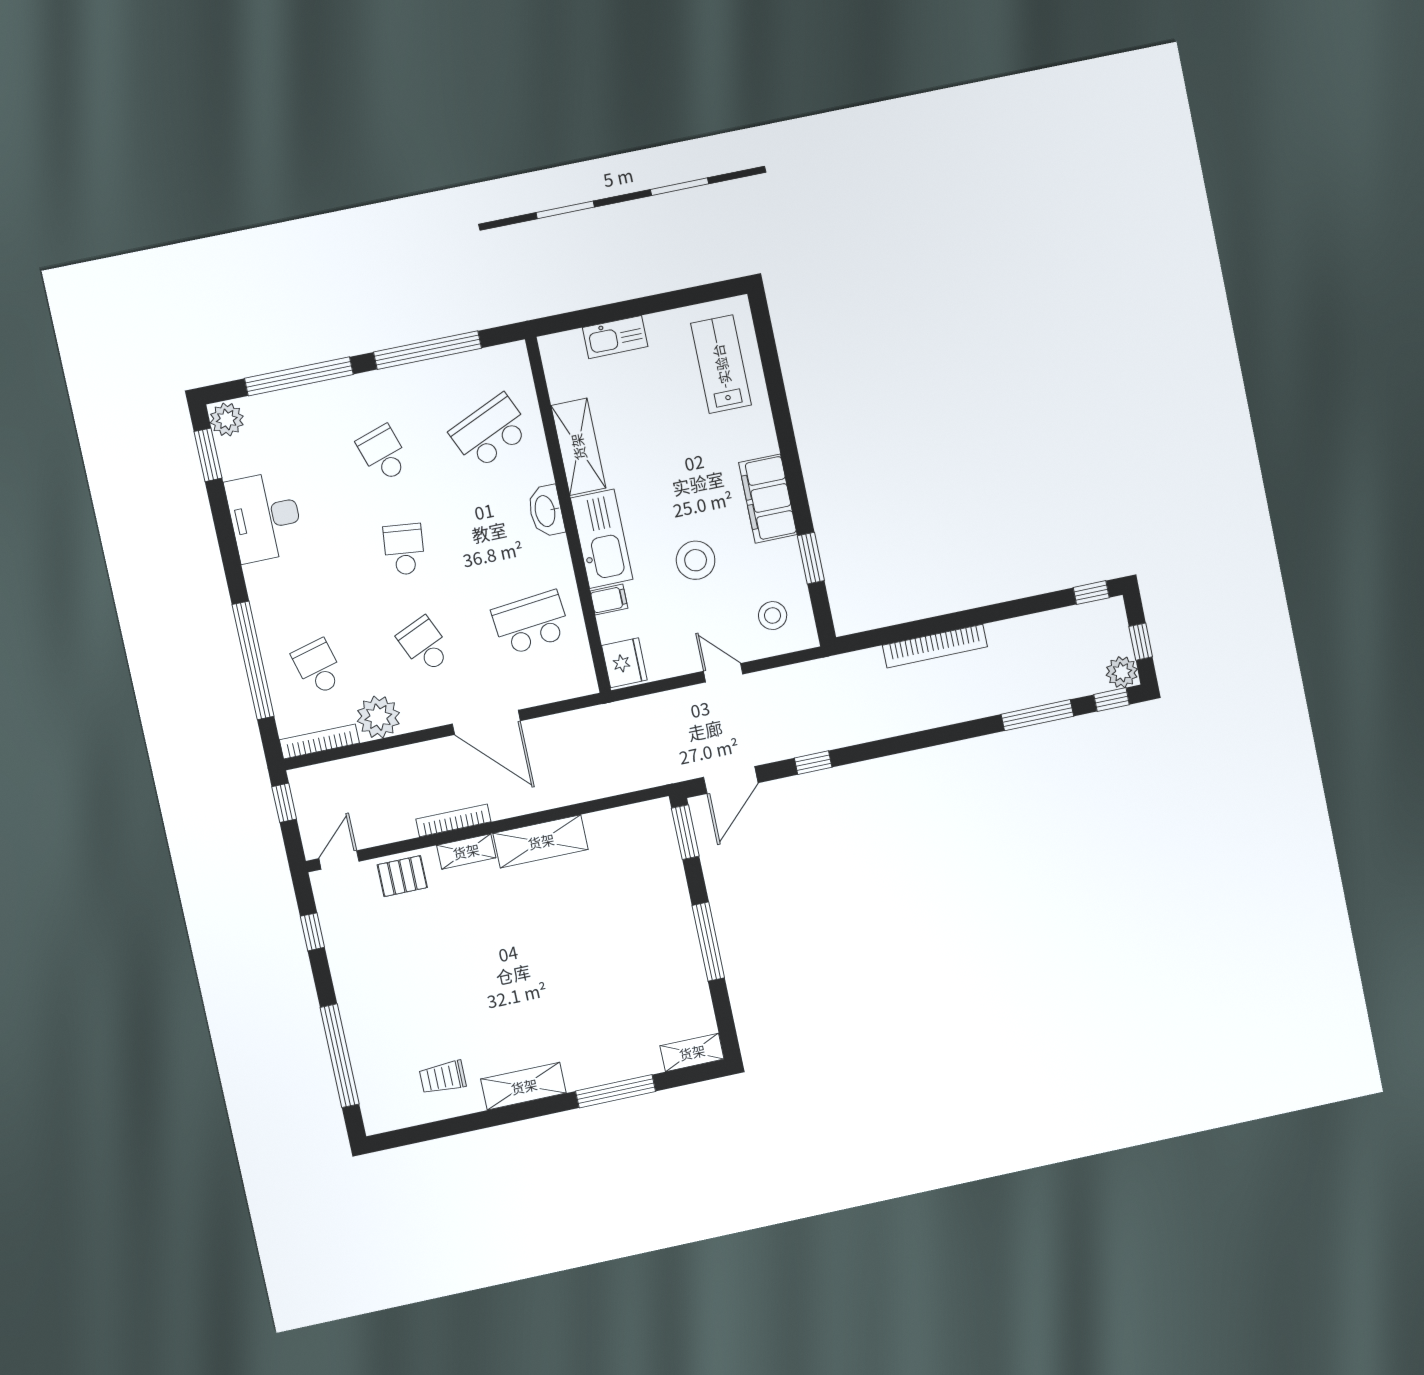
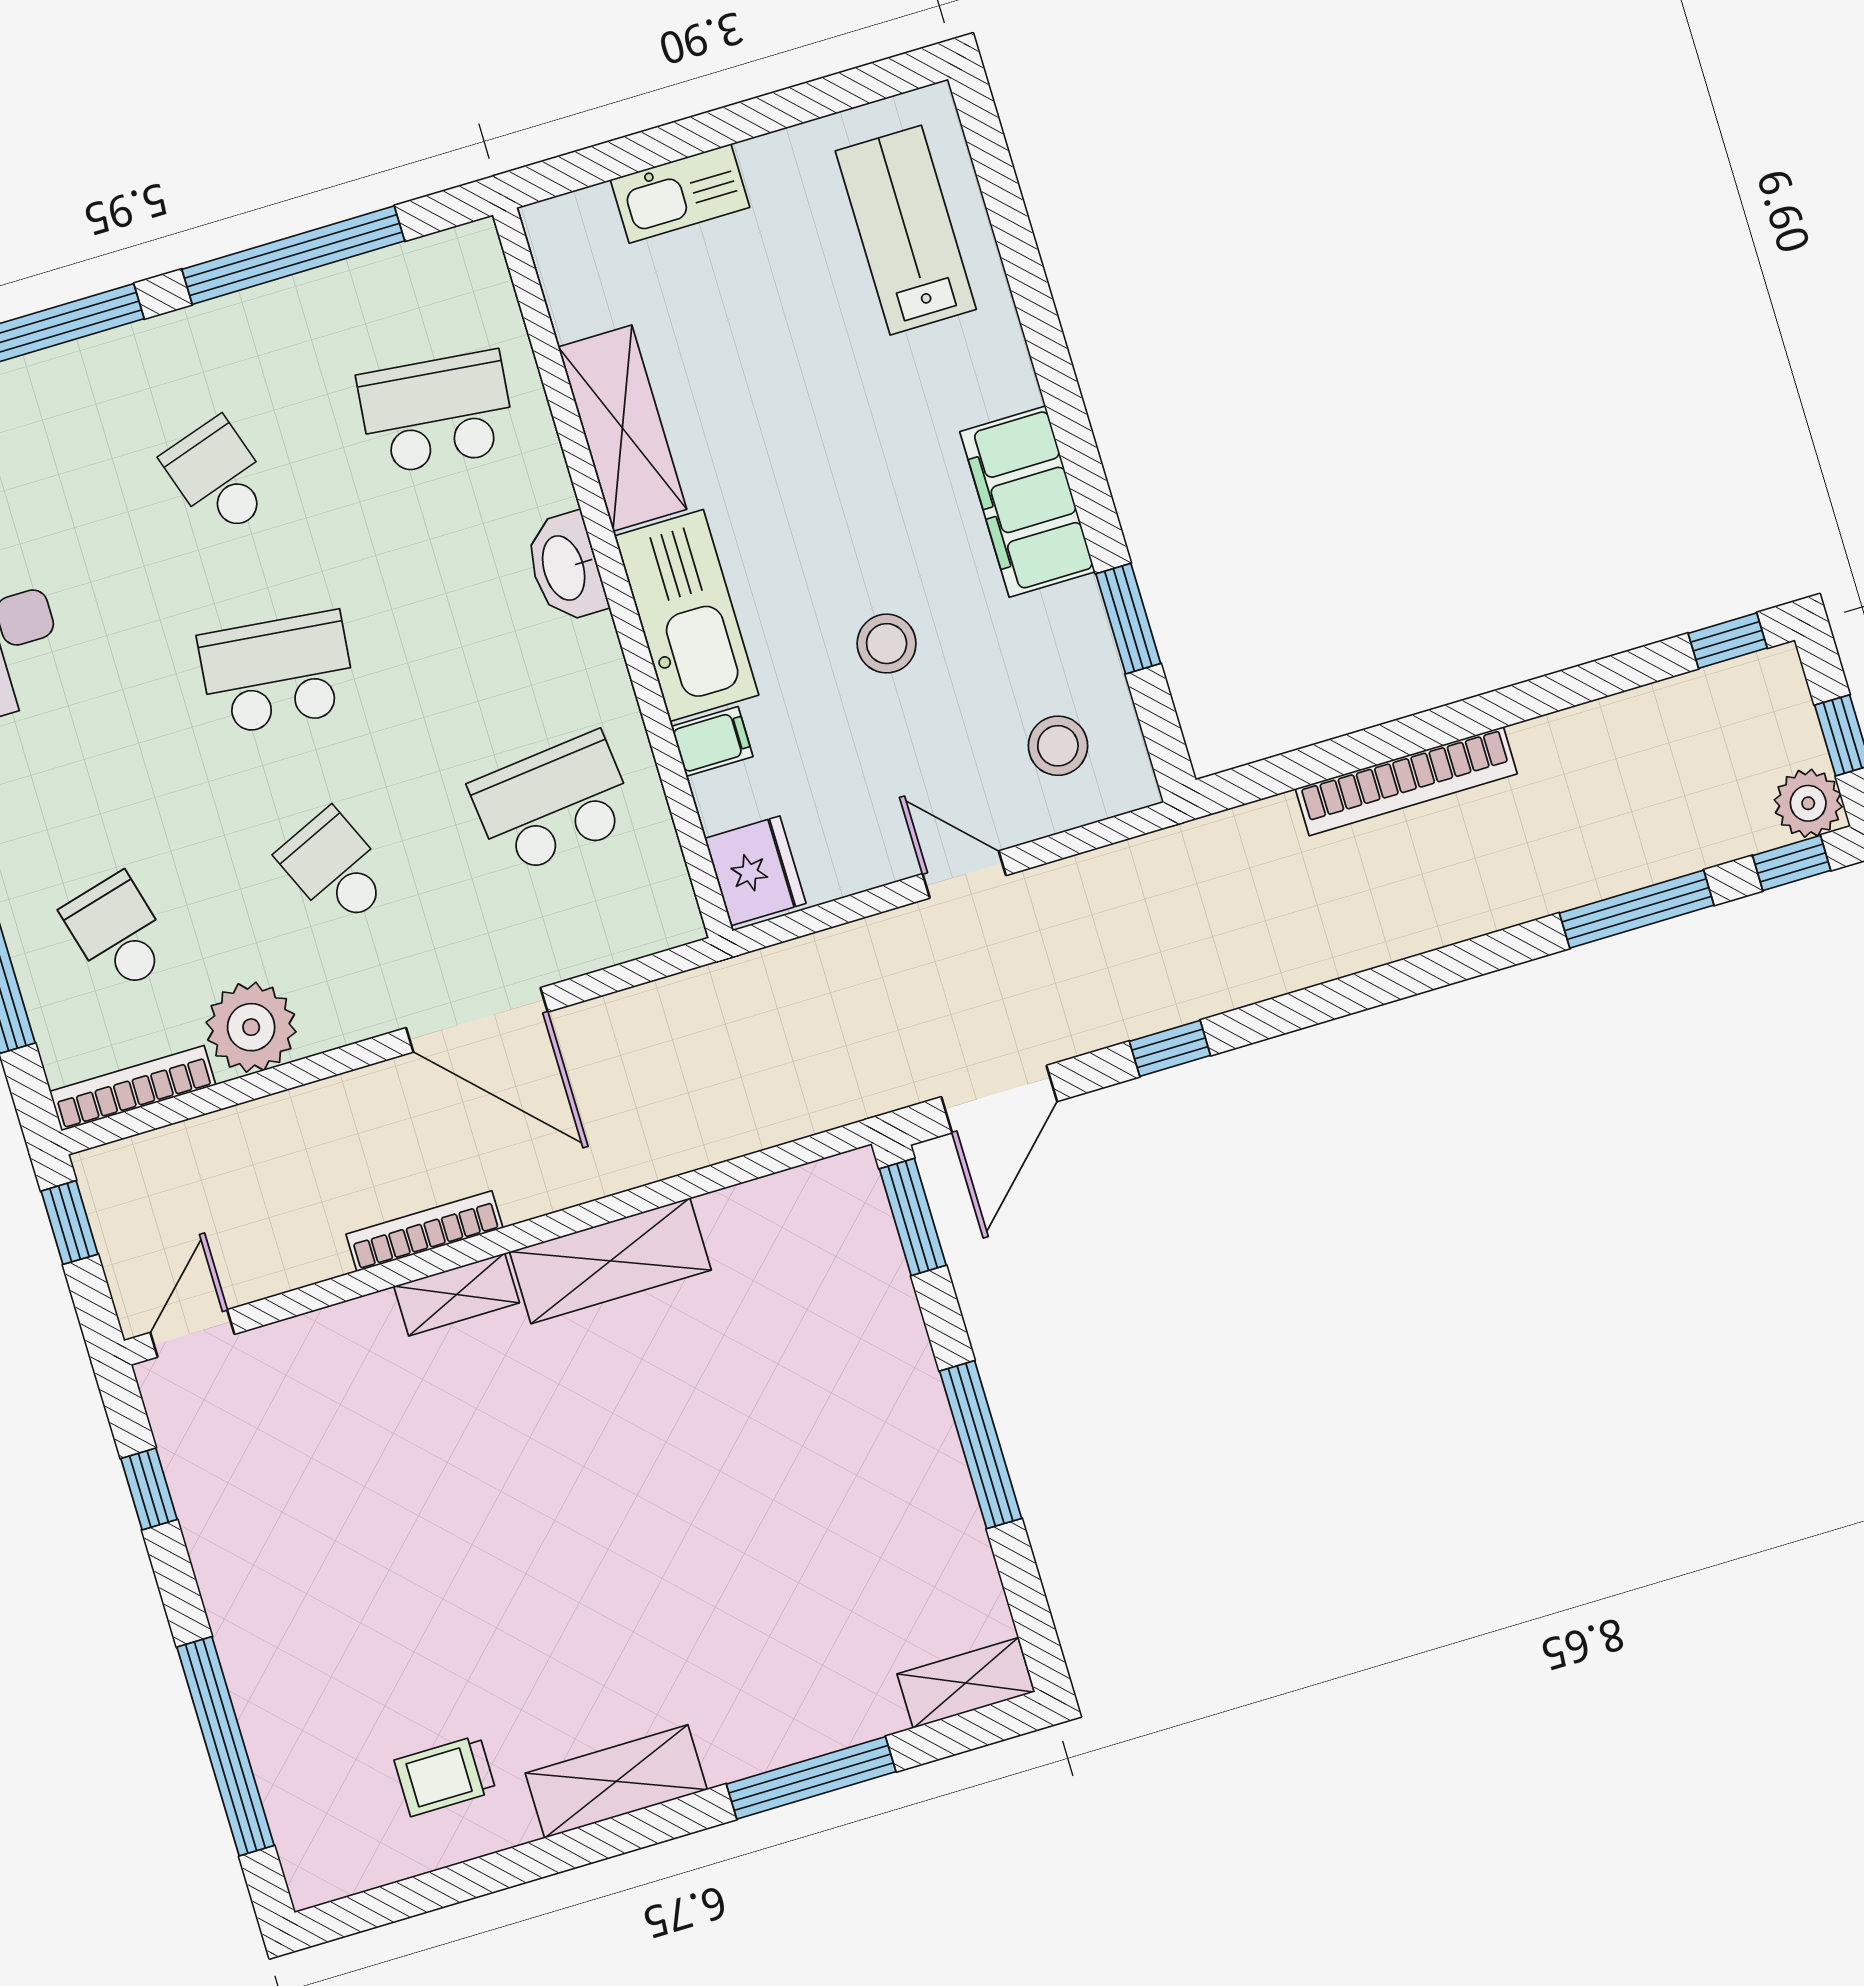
school desk: (490, 432) -> (437, 412), turned 30
school desk: (404, 549) -> (277, 673), width x1.85
stool: (696, 560) -> (887, 644), width x0.73, depth x0.73
pallet: (402, 876) -> (327, 1357), removed

